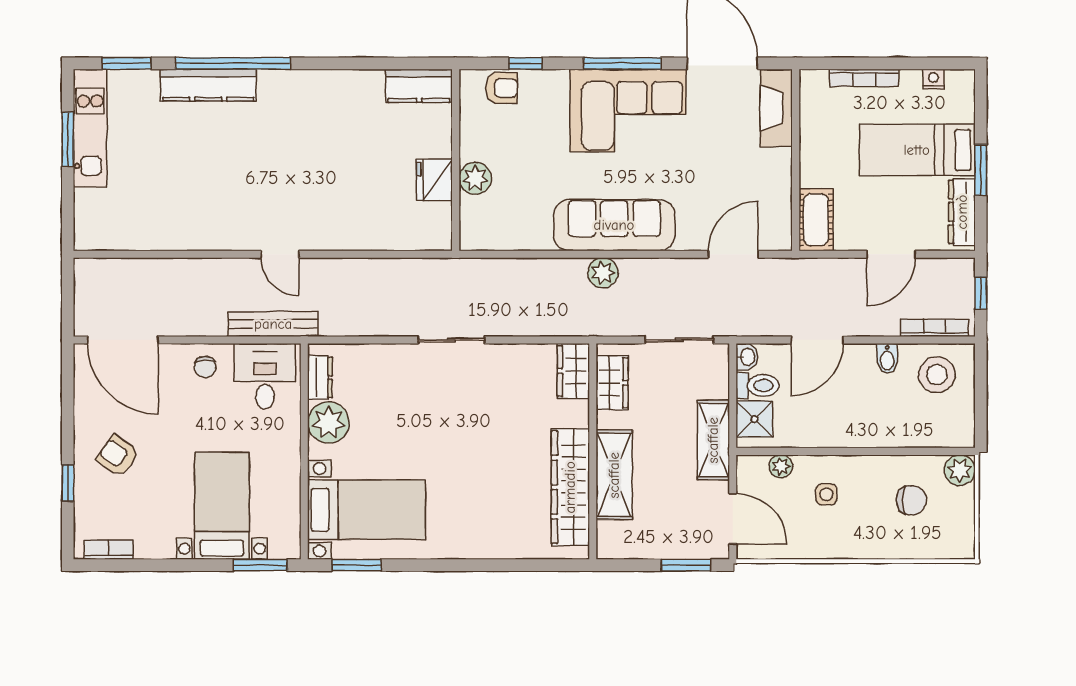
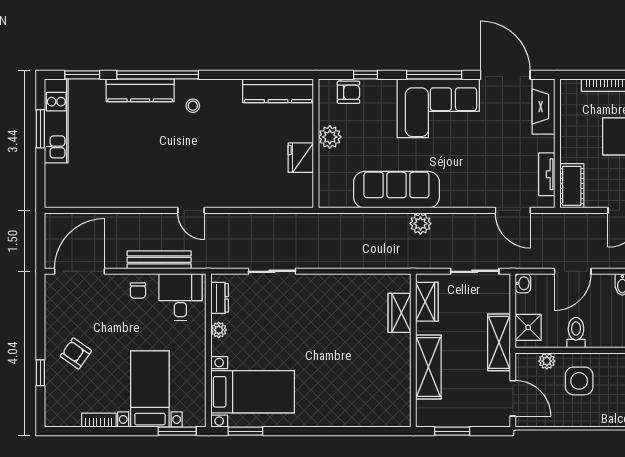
kitchen counter: (419, 86) -> (278, 91), width x1.50
stool: (282, 107) -> (193, 106), added
plant: (475, 178) -> (330, 137), moved
tv unit: (781, 203) -> (547, 174), added
sofa: (614, 225) -> (396, 190), moved
door: (733, 254) -> (513, 210), swing flipped
bench: (273, 324) -> (159, 260), moved
door: (123, 340) -> (80, 271), swing flipped
sliding door: (451, 340) -> (272, 271), moved
wardrobe: (573, 371) -> (399, 313), moved
toilet: (758, 386) -> (576, 333), moved, turned -90
plant: (329, 423) -> (219, 330), width x0.53, depth x0.53
wardrobe: (570, 487) -> (397, 376), removed
side table: (826, 494) -> (579, 381), width x1.87, depth x1.87
bookcase: (109, 550) -> (99, 420), moved
window: (686, 565) -> (452, 431), moved

